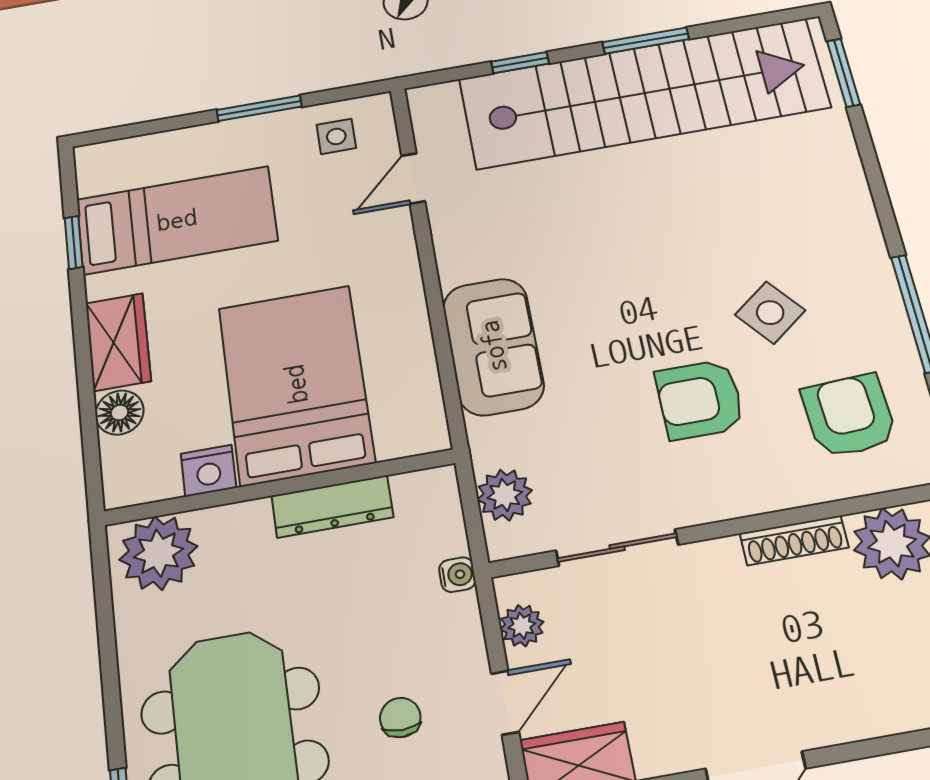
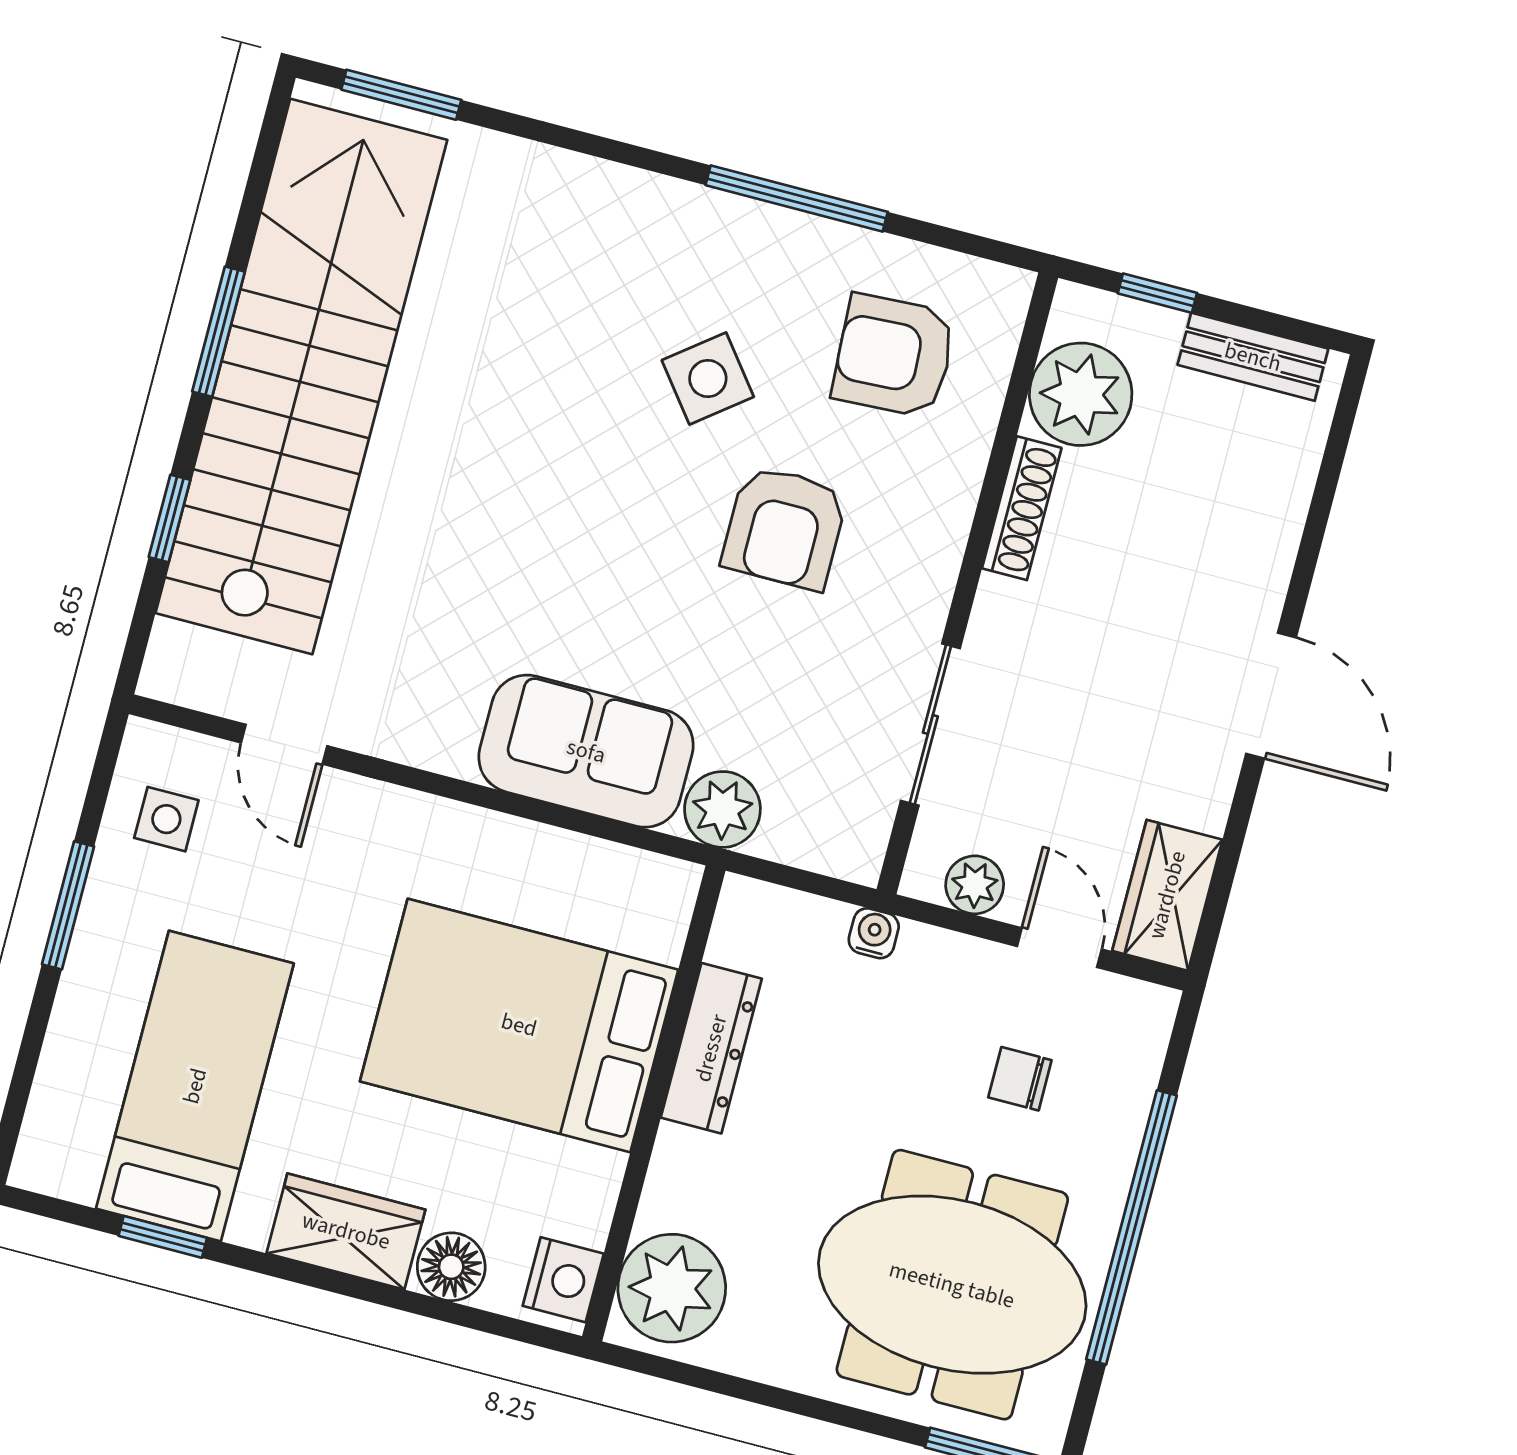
nightstand: (209, 471) -> (563, 1280), moved
plant: (505, 495) -> (722, 809), moved

